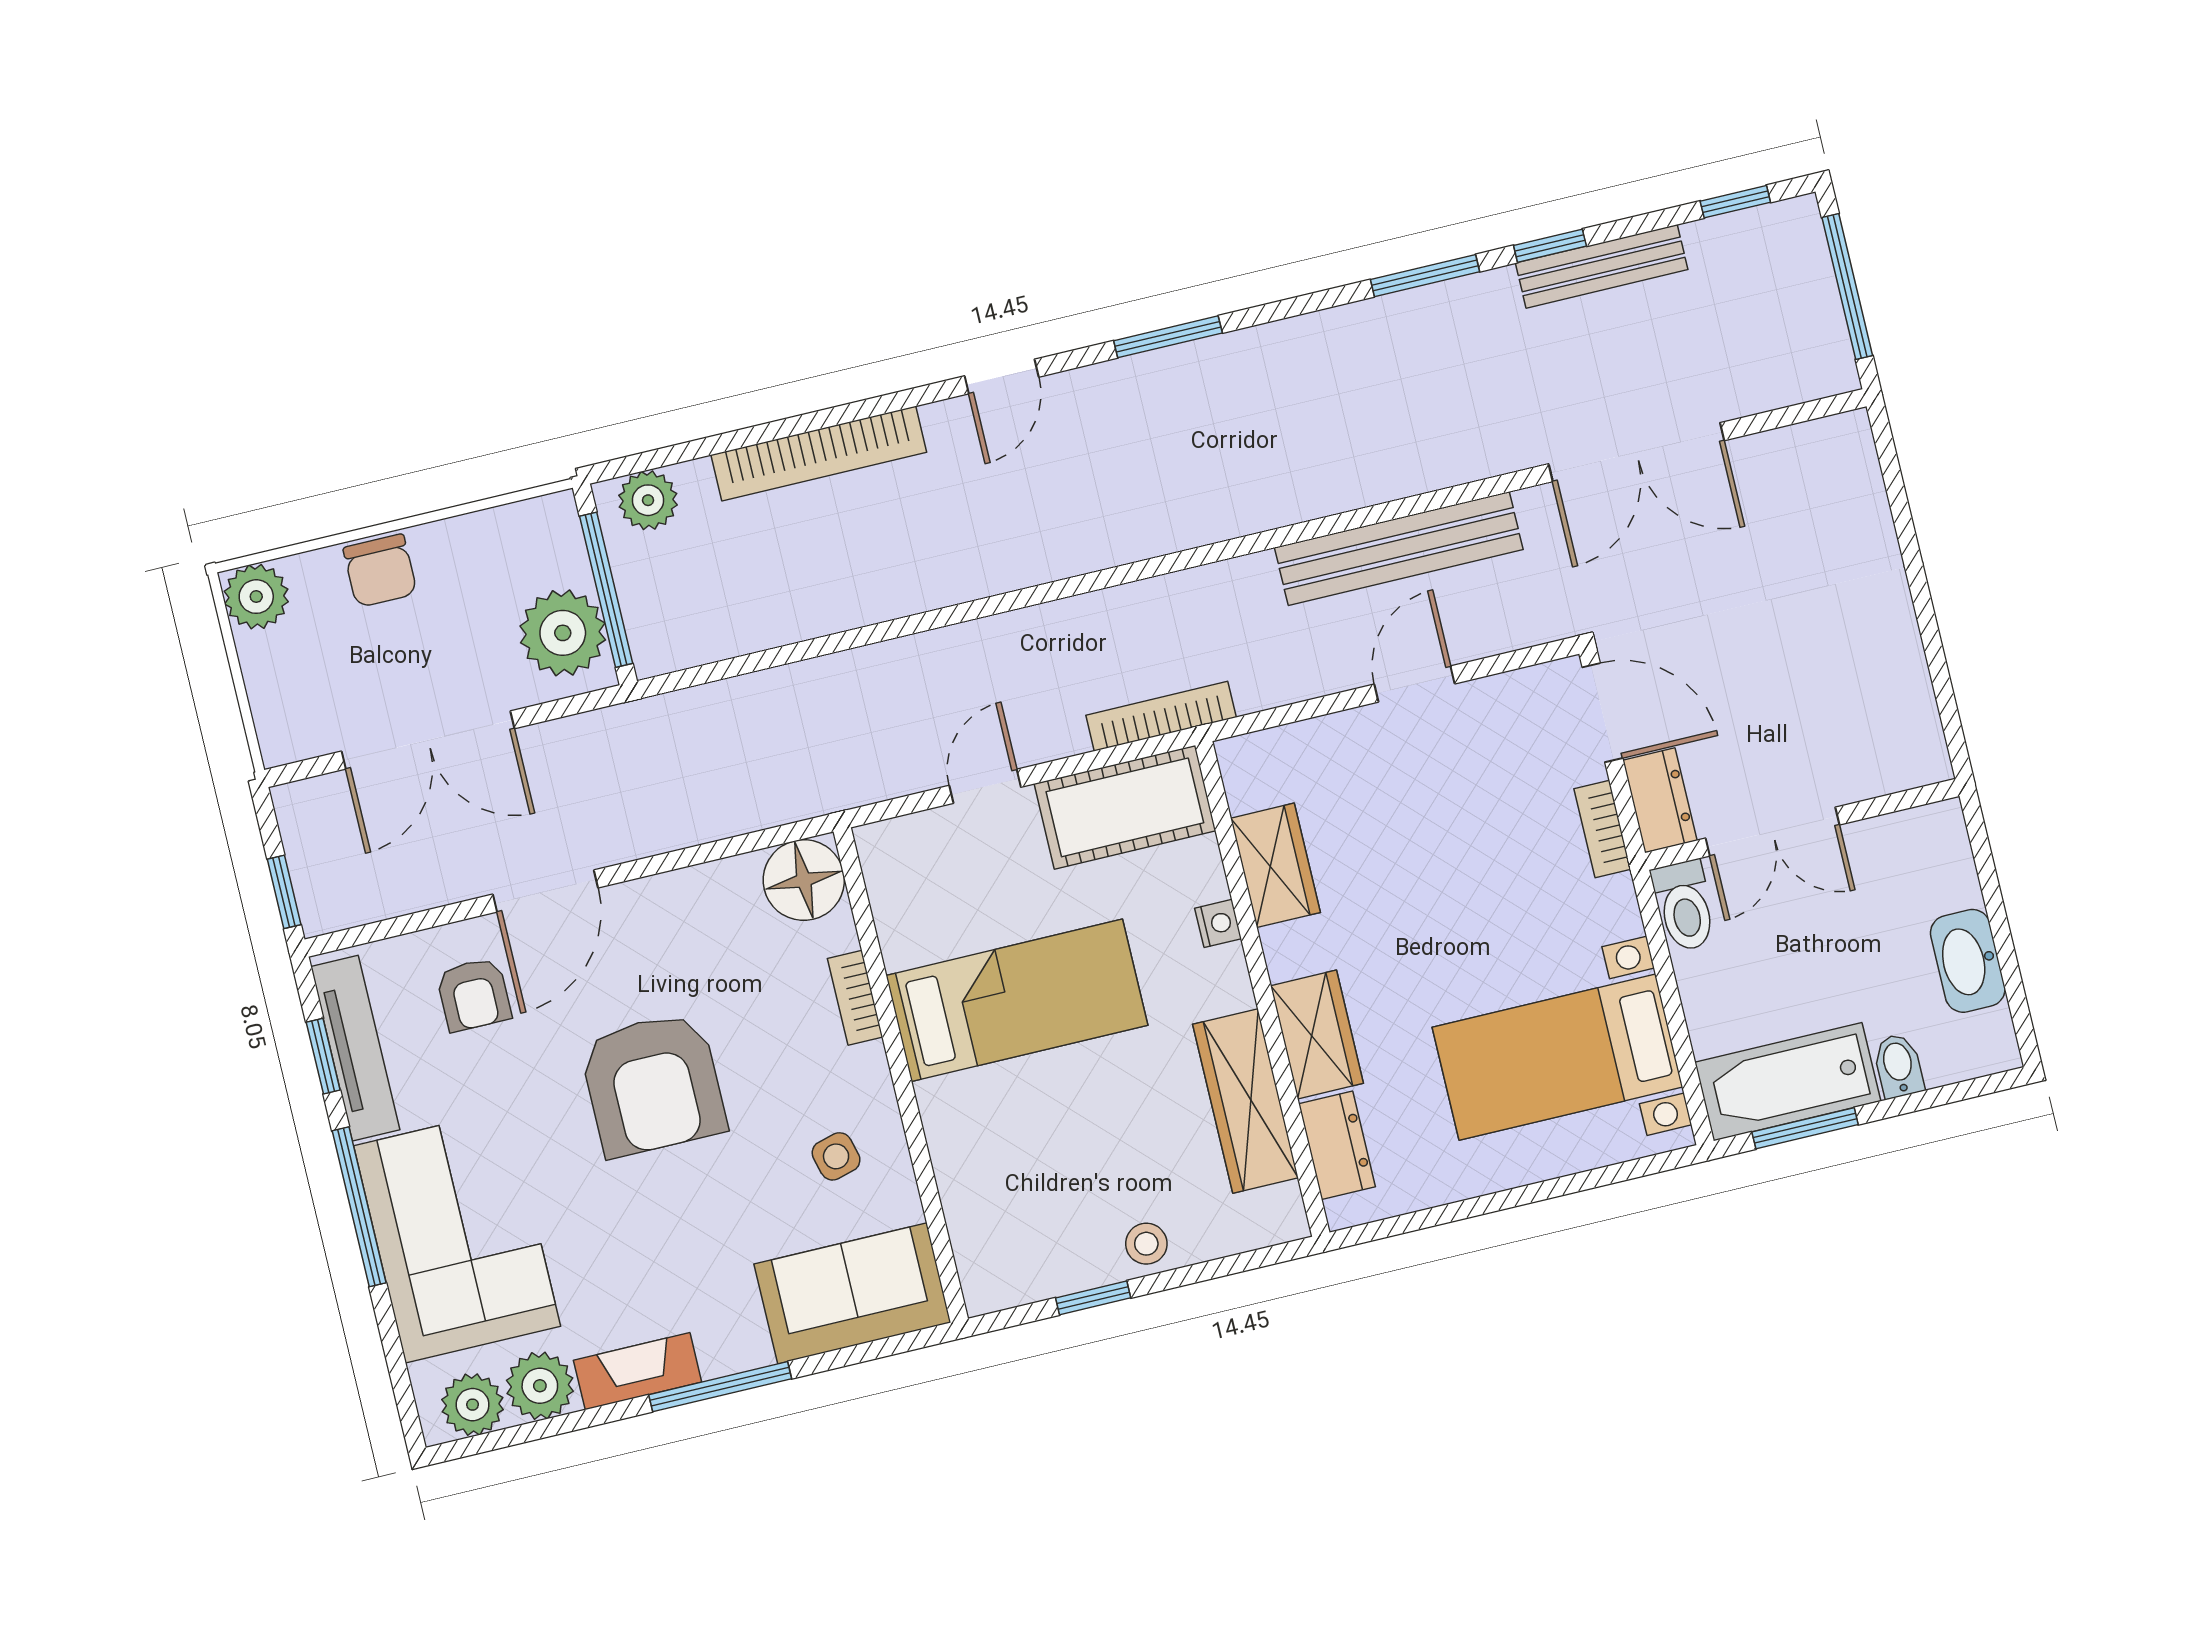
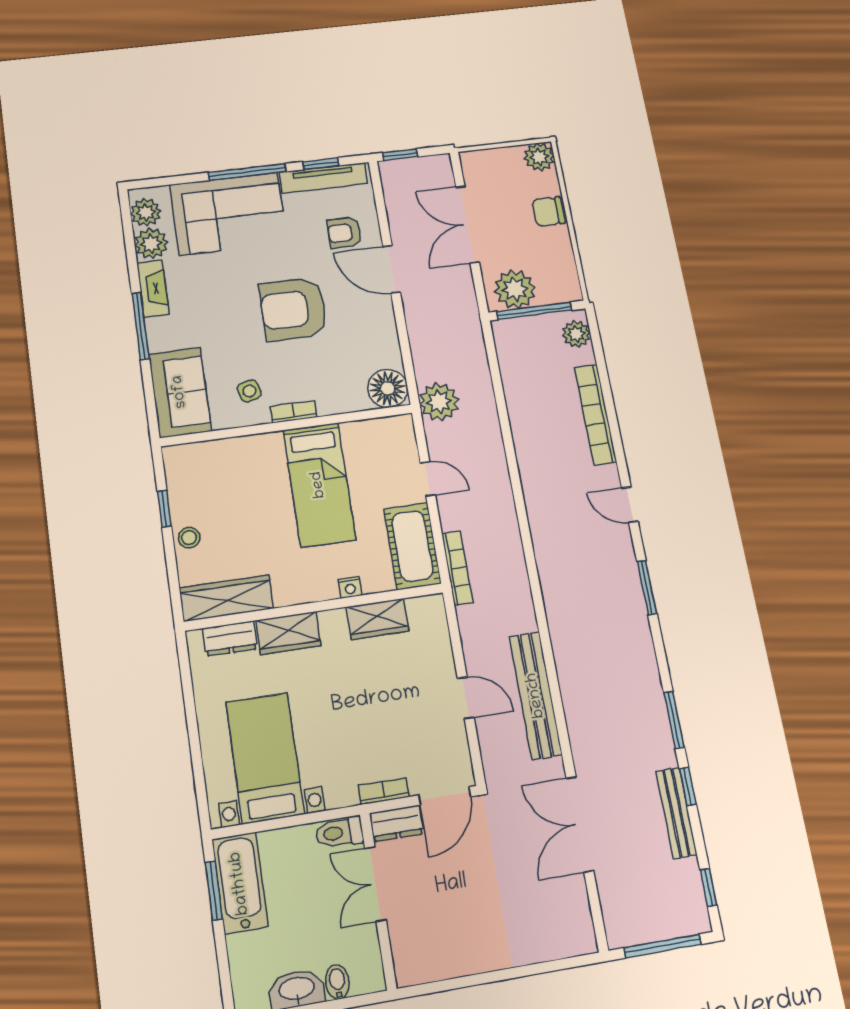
plant: (822, 774) -> (439, 402), added
bookcase: (855, 998) -> (294, 412), moved
bidet: (1898, 1066) -> (337, 982), moved, turned -90
wardrobe: (1245, 1101) -> (226, 598), moved

